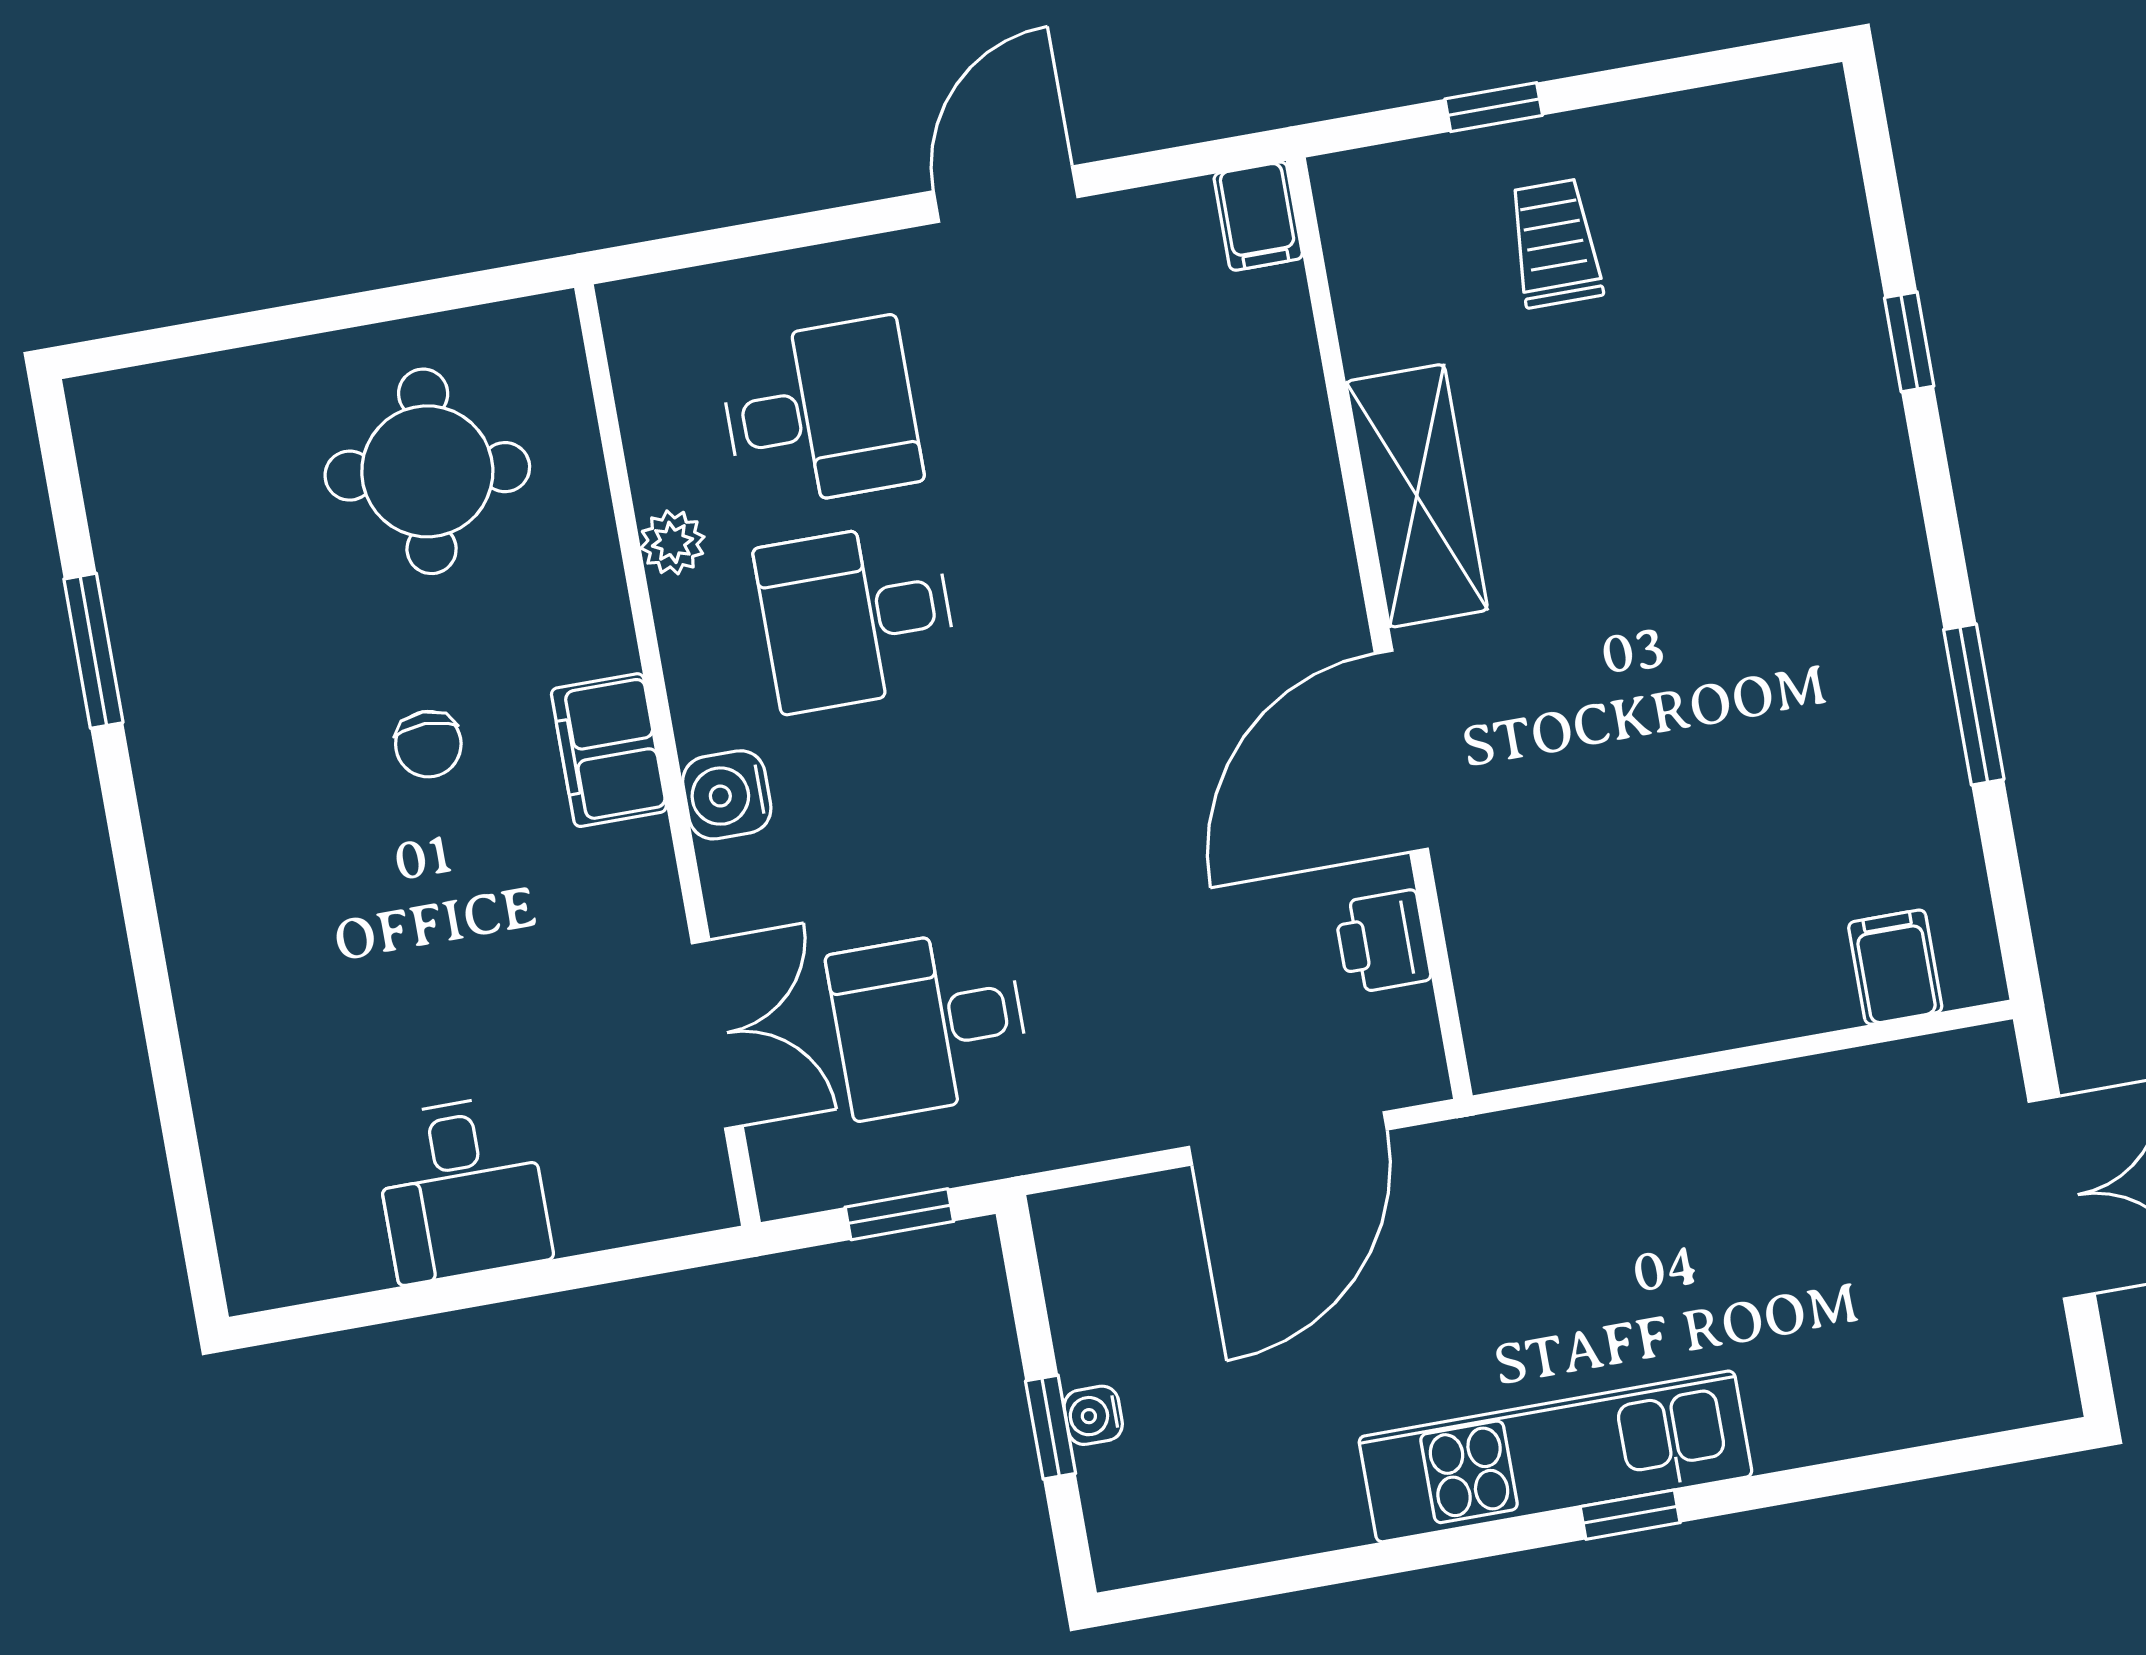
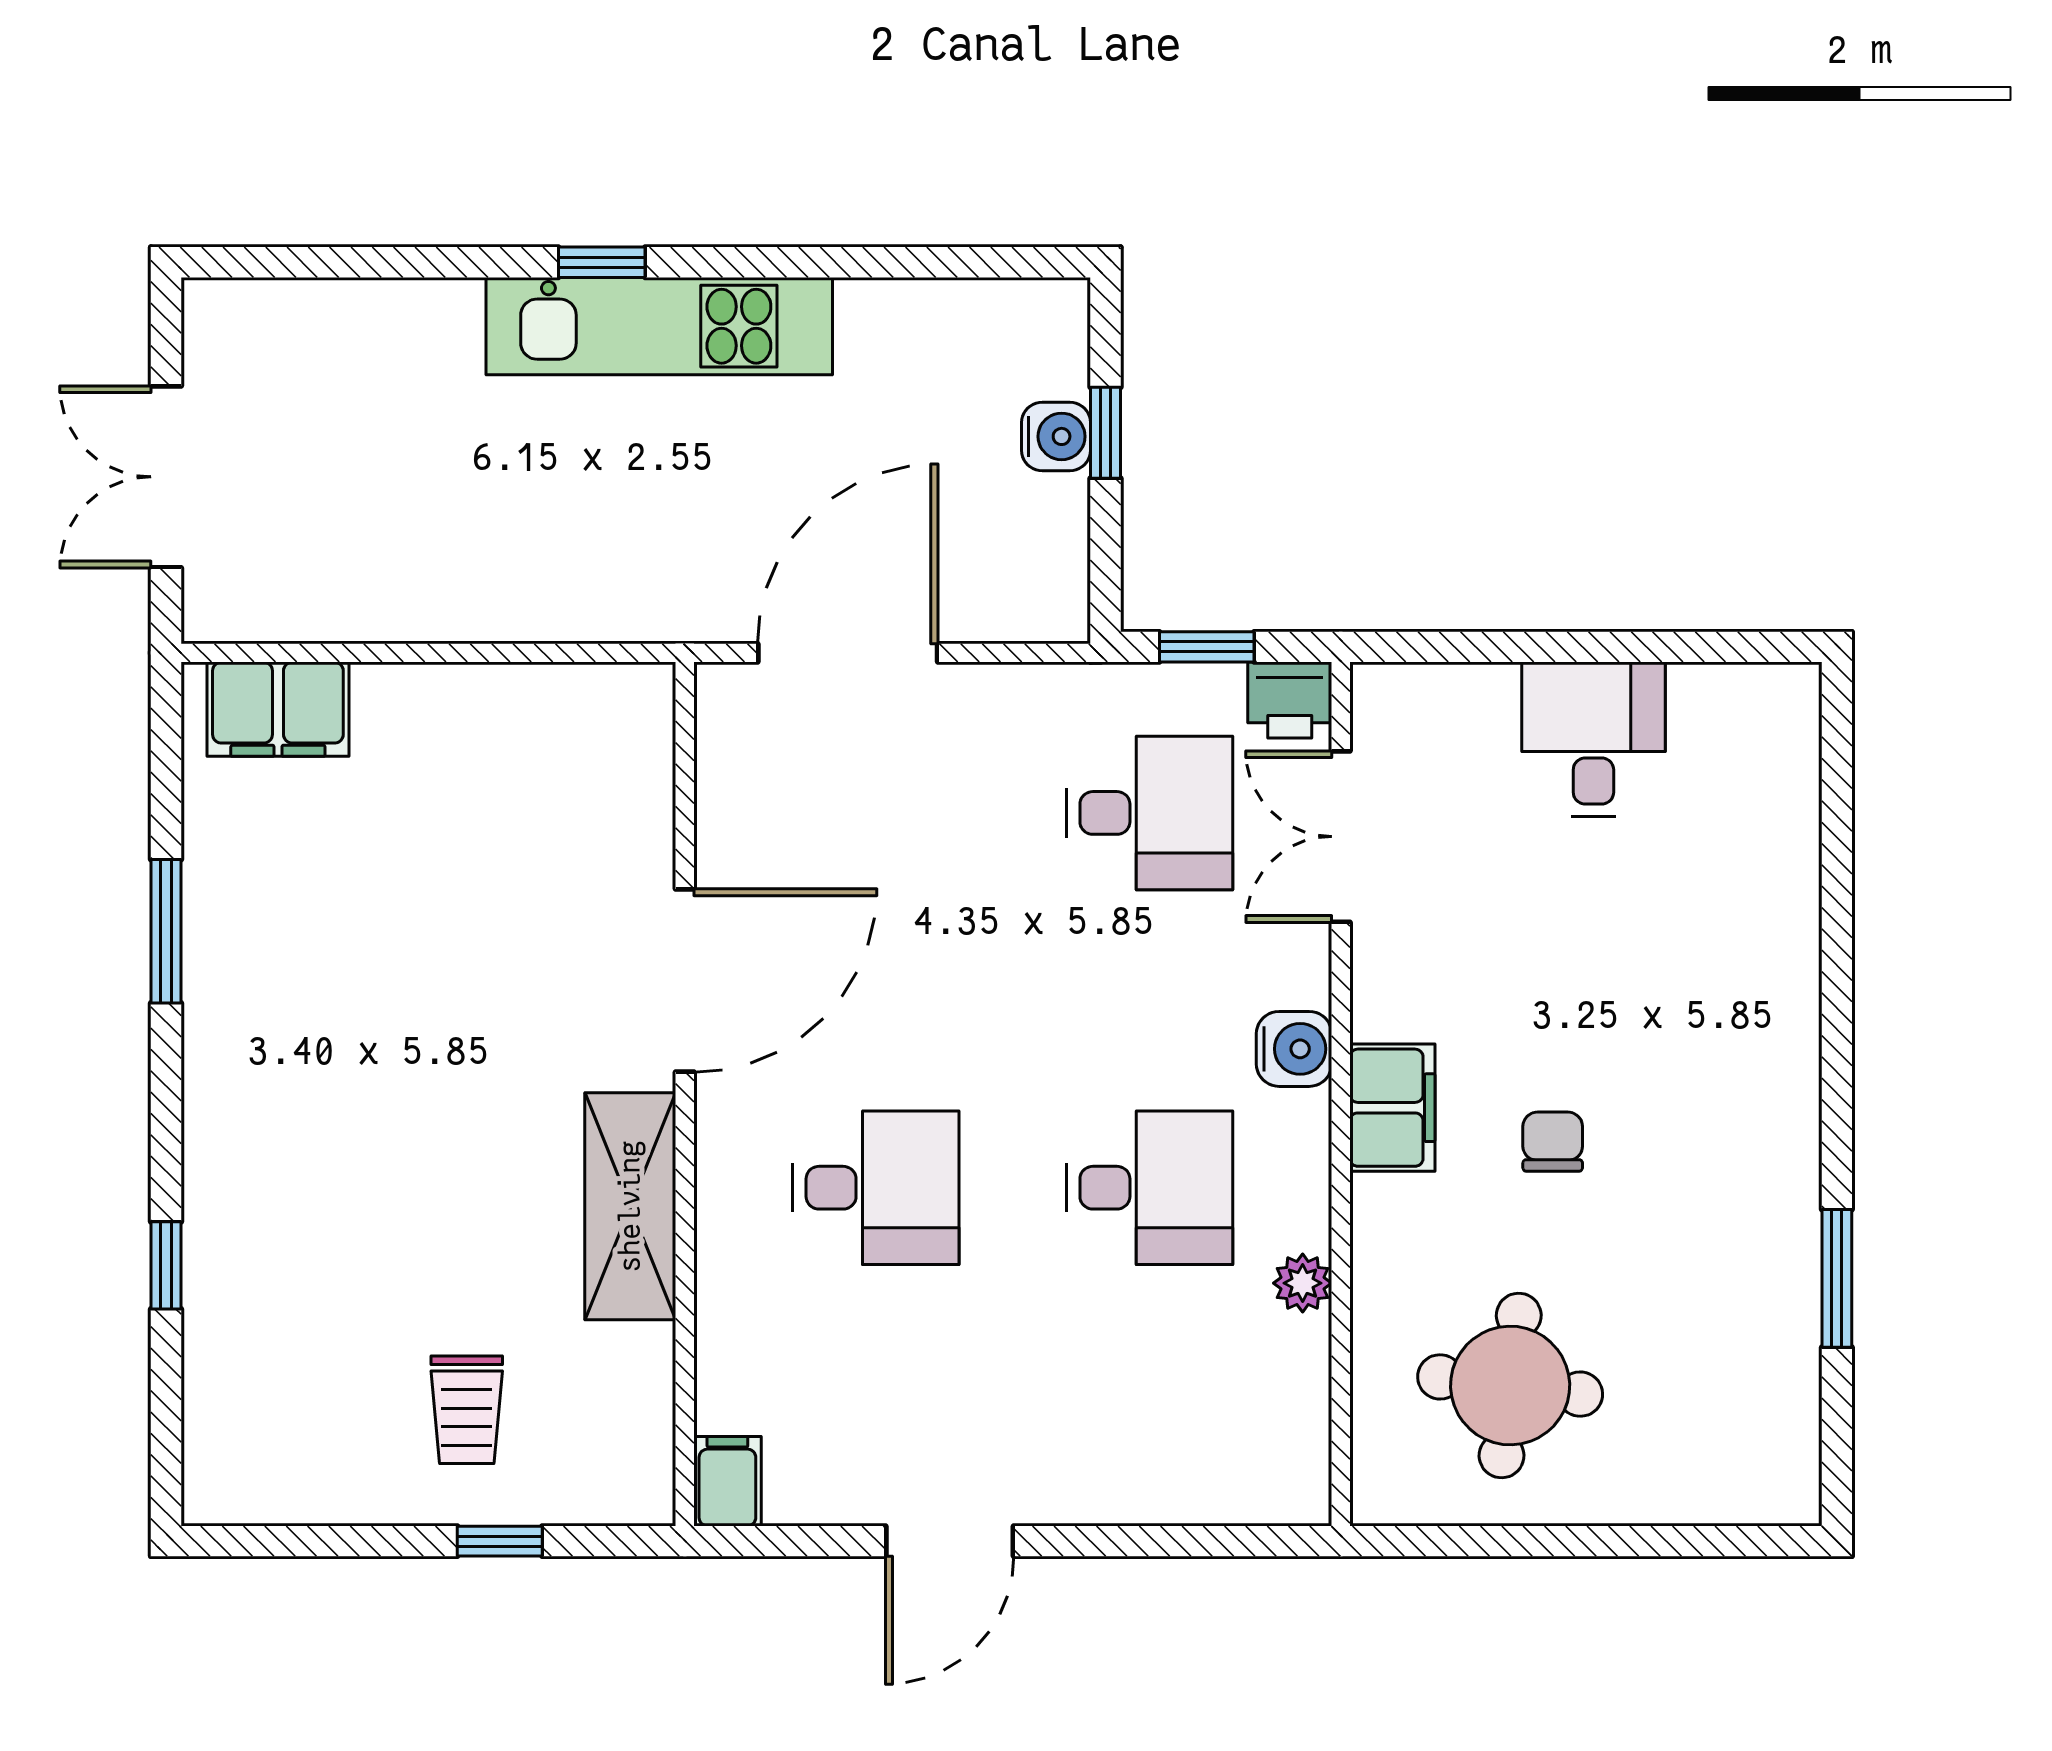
desk: (820, 413) -> (876, 1188), moved, turned 180
printer: (1382, 942) -> (1290, 700), moved, turned 90
filing cabinet: (1895, 967) -> (278, 709), width x2.00
water cooler: (1093, 1415) -> (1056, 436), width x1.38, depth x1.38

